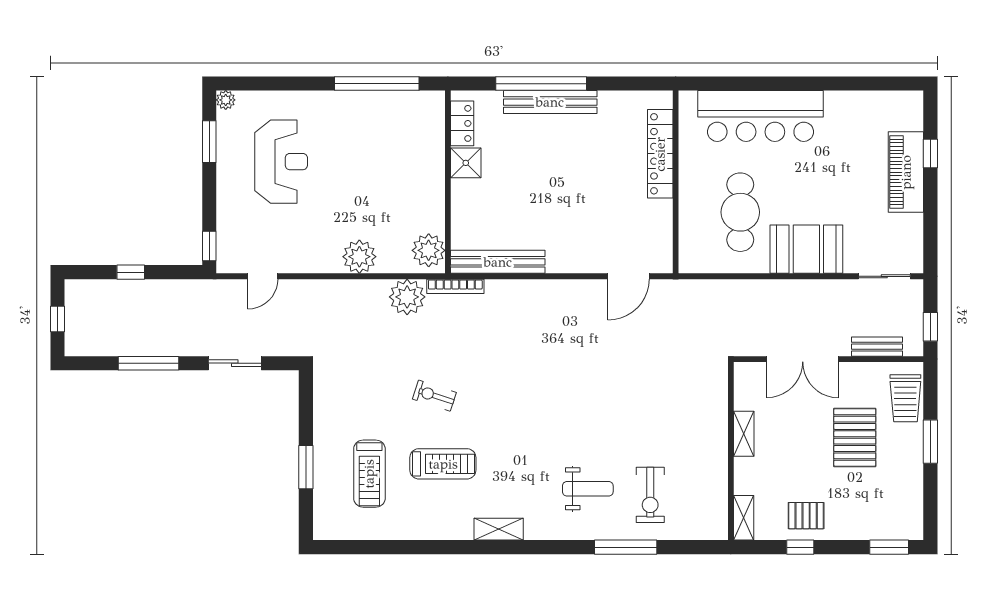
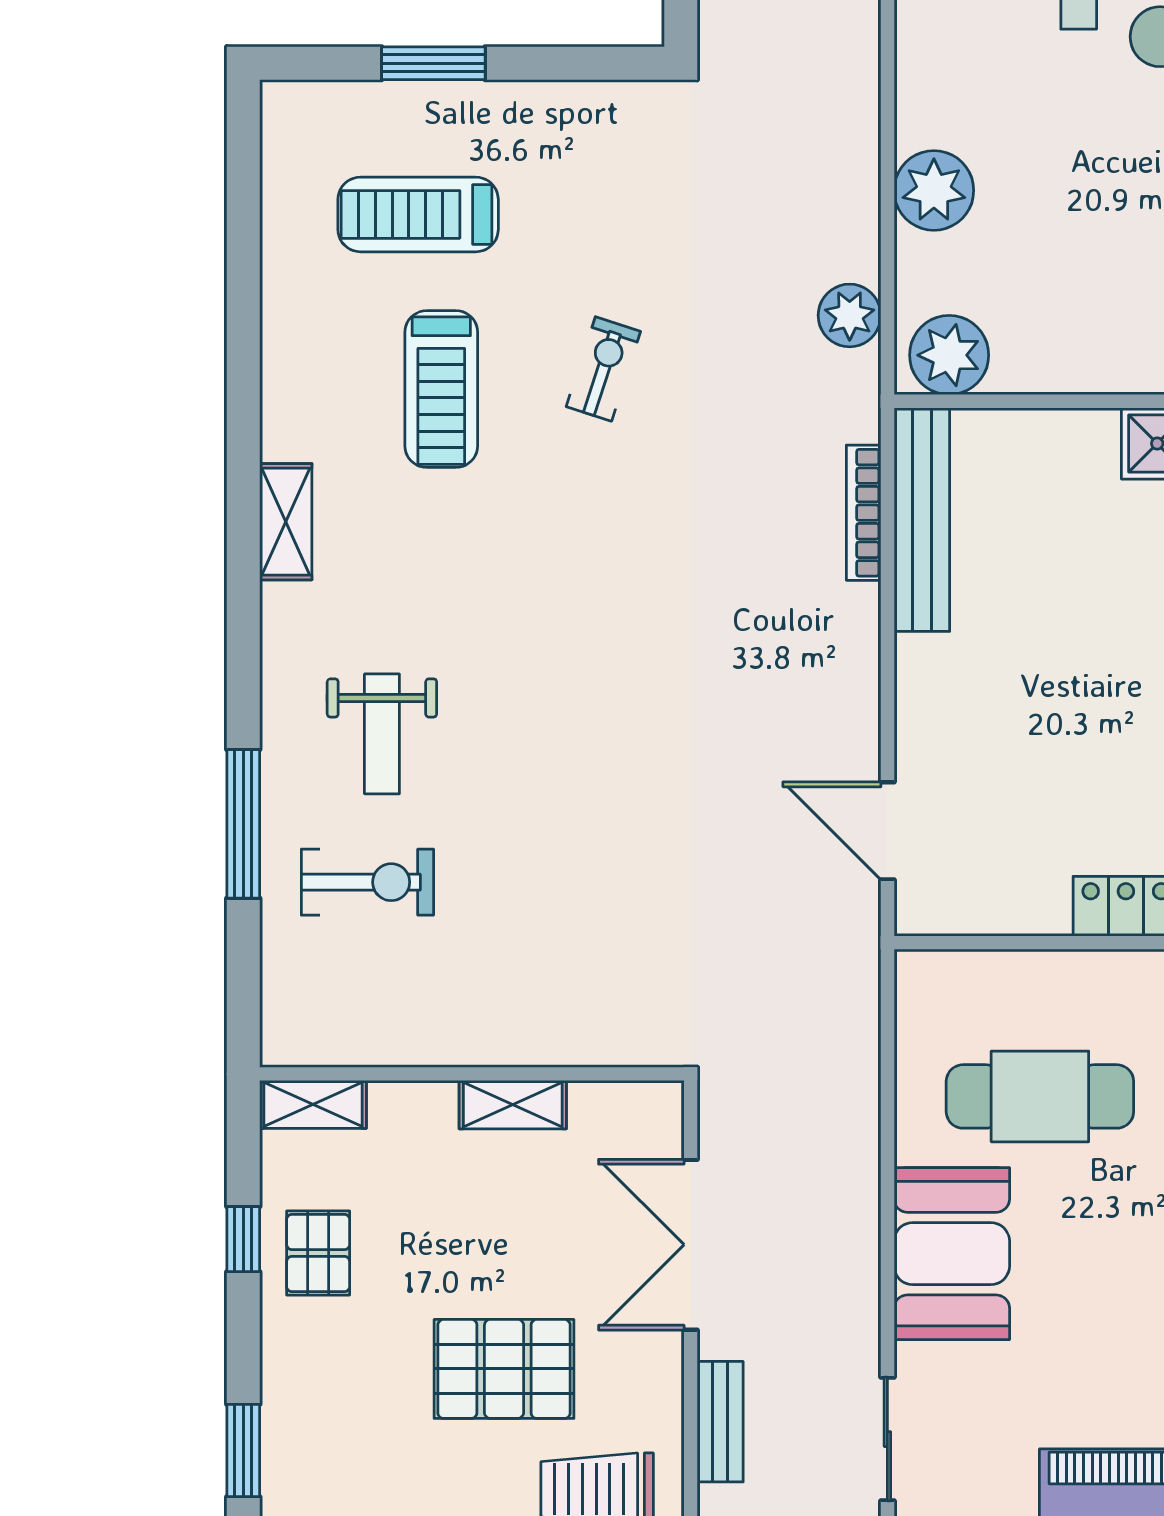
bookcase: (455, 286) -> (864, 513), moved
plant: (407, 297) -> (850, 315), width x0.73, depth x0.73
exercise bike: (650, 495) -> (367, 882), turned 180

